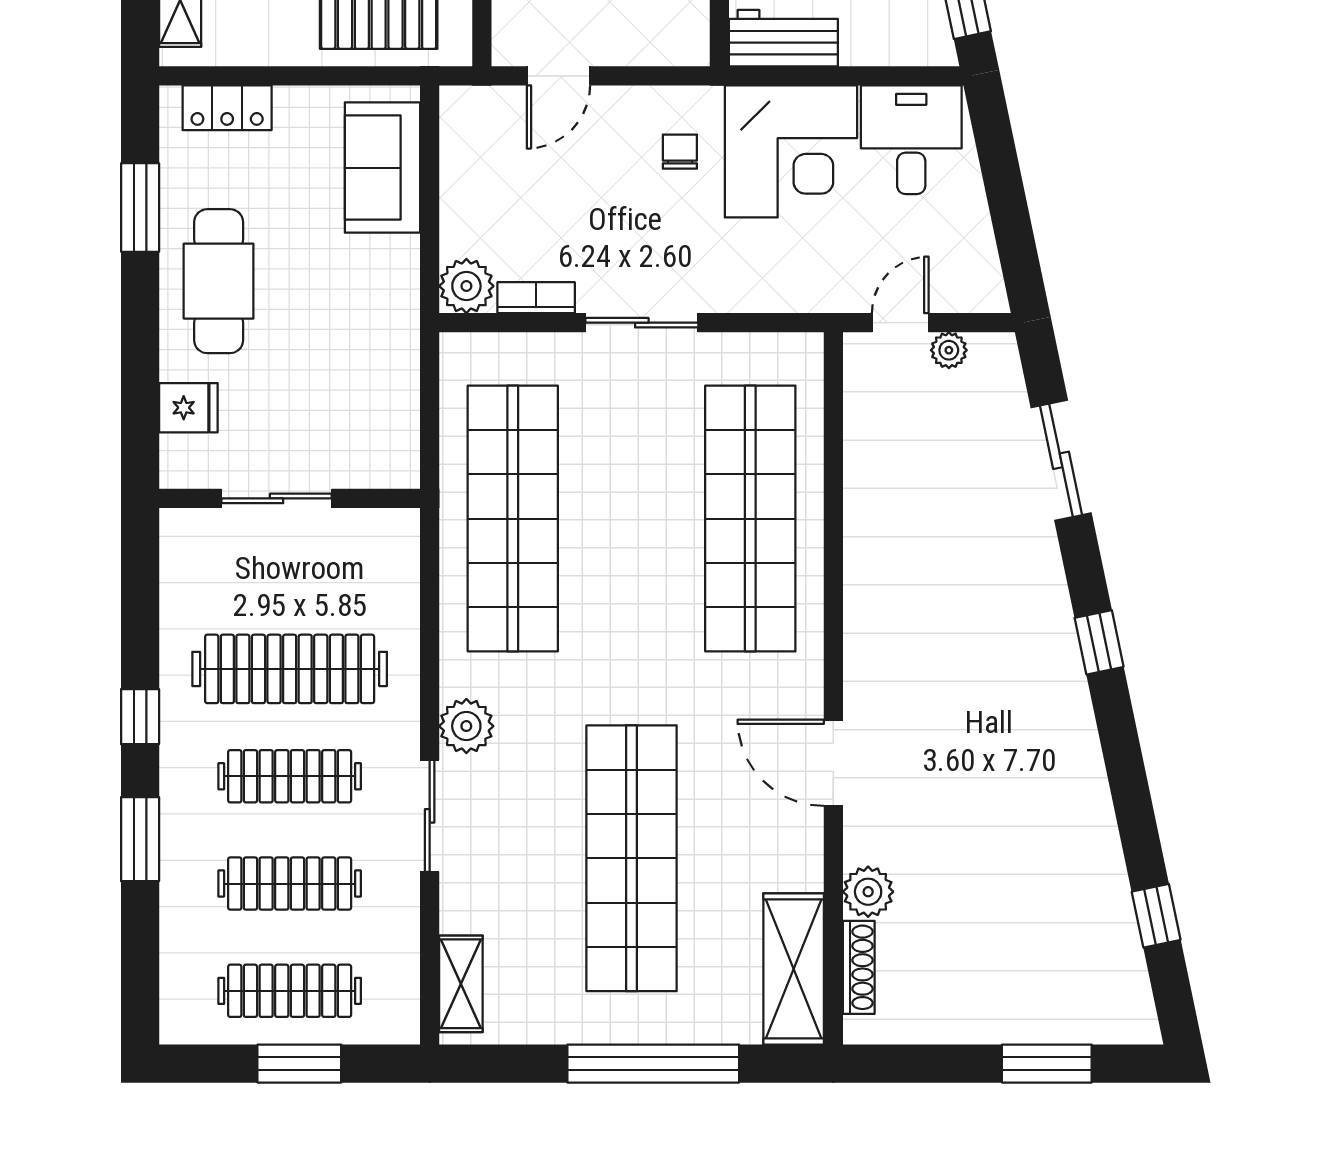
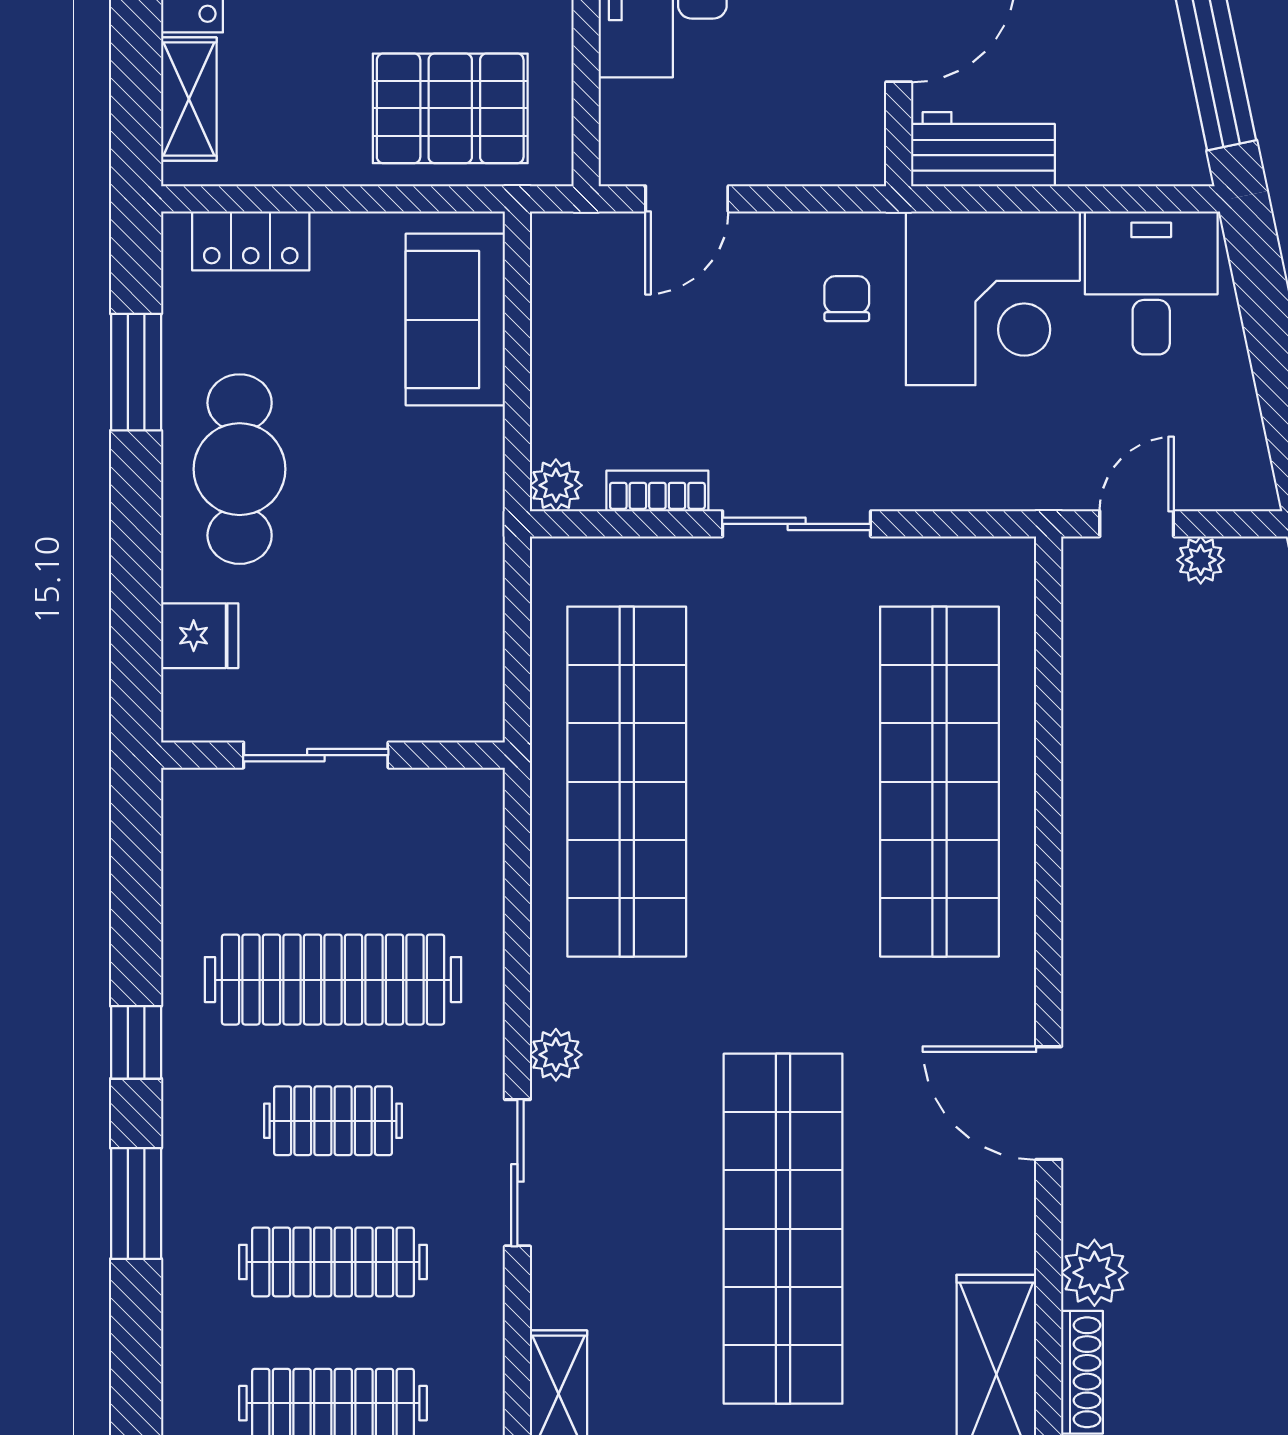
plant: (466, 286) -> (556, 485), width x0.73, depth x0.73
plant: (466, 726) -> (556, 1055), width x0.73, depth x0.73
clothes rail: (290, 776) -> (333, 1121), width x0.73

